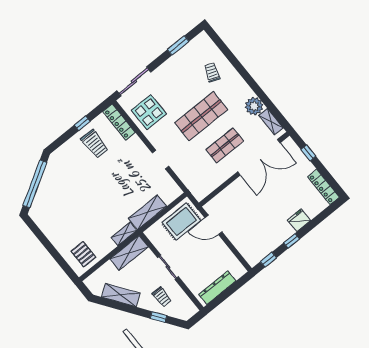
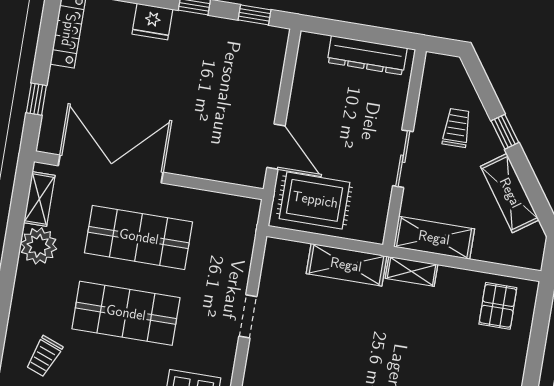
shop shelf: (225, 145) -> (139, 237), width x1.43, depth x1.36
window: (159, 317) -> (505, 132), moved

